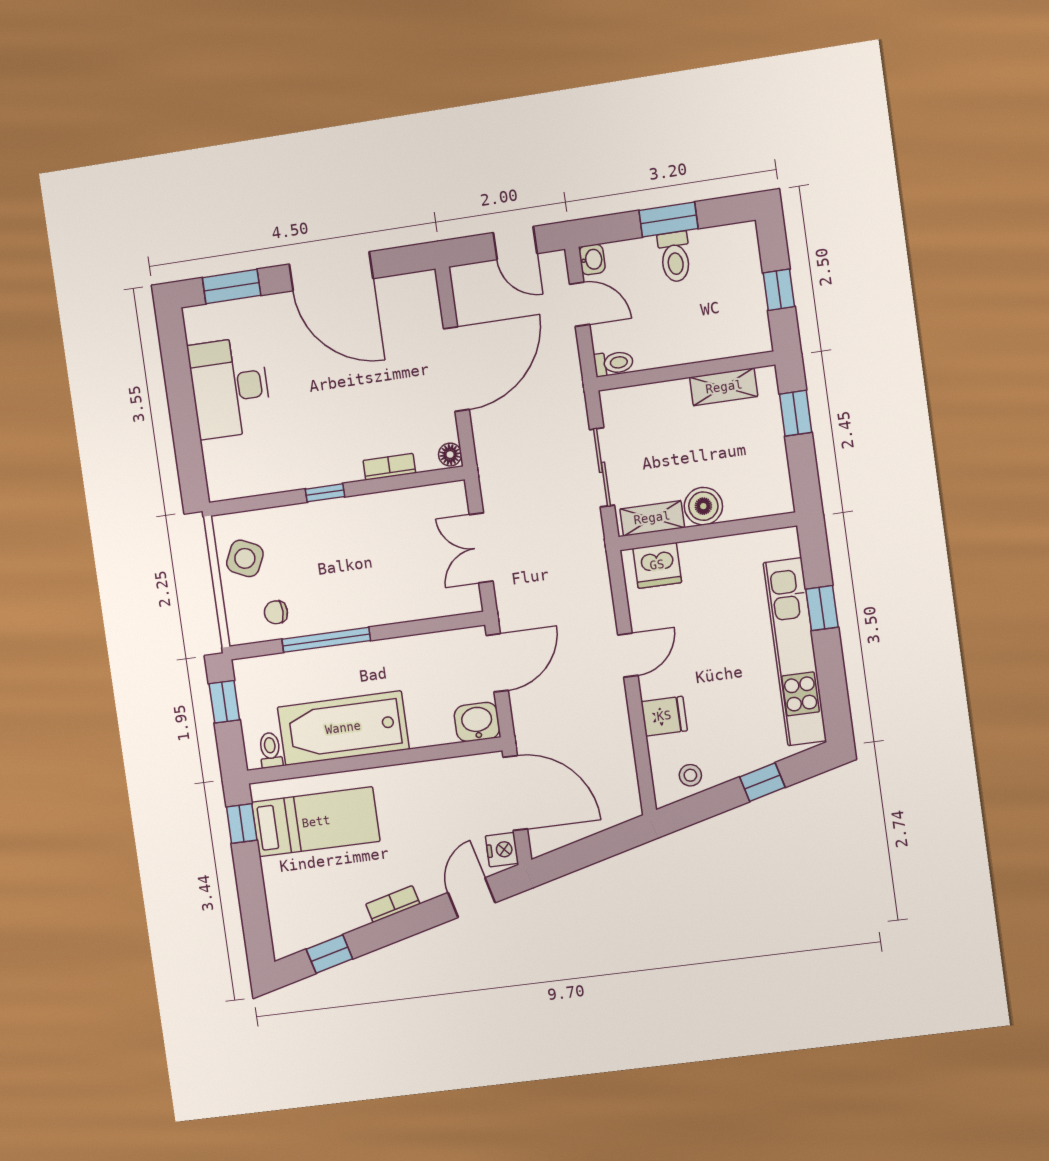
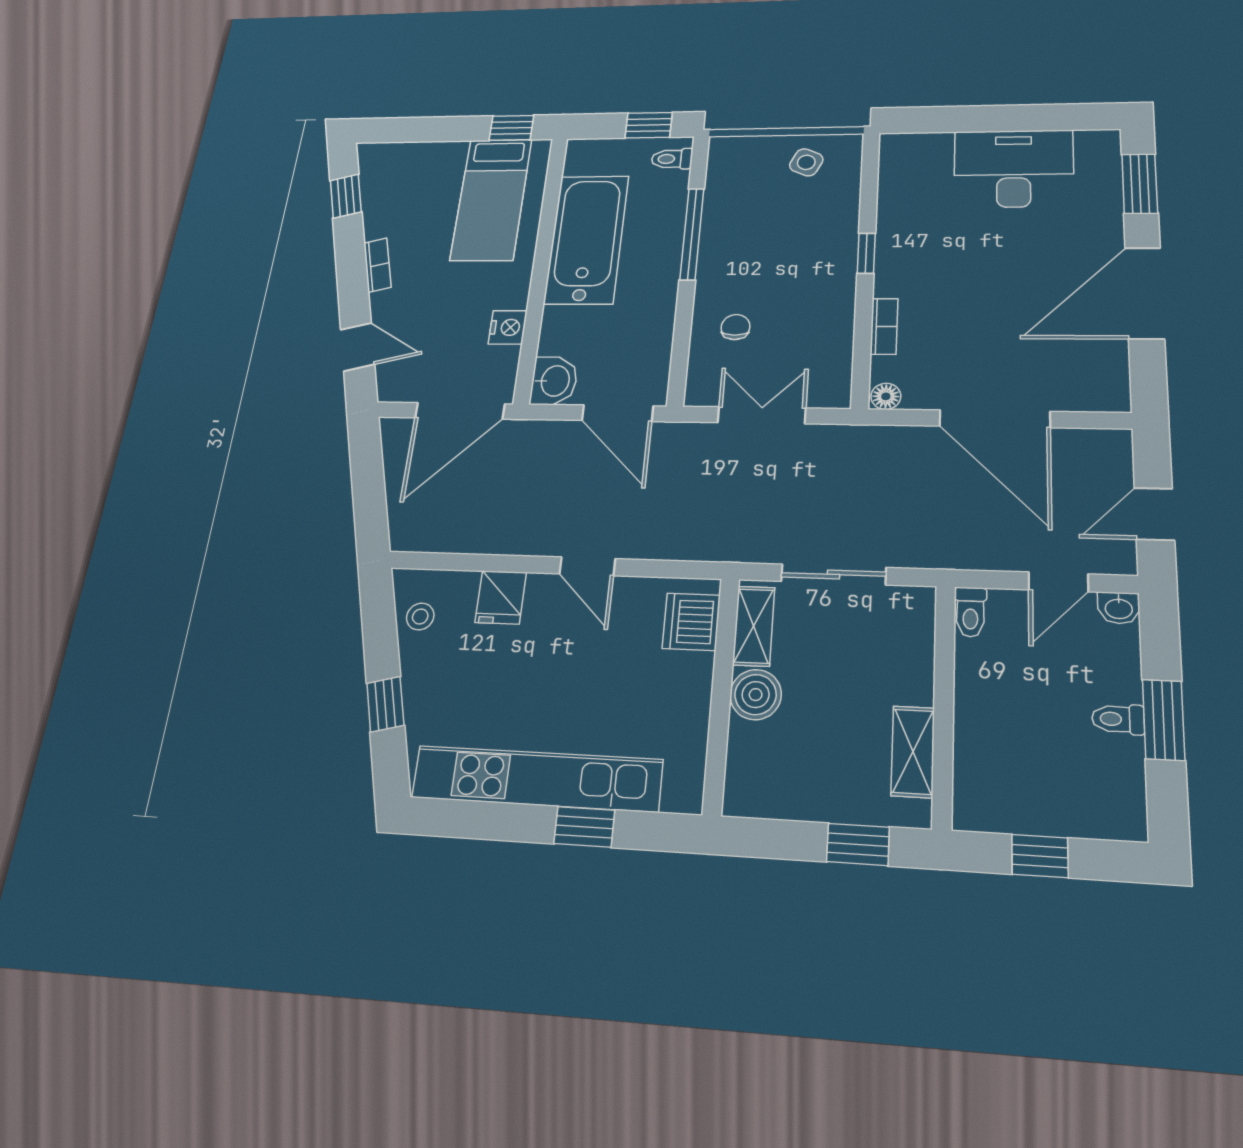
toilet: (675, 257) -> (1118, 719), width x0.73, depth x0.72
side table: (245, 558) -> (806, 162), width x0.73, depth x0.73
chair: (276, 612) -> (735, 327), moved
toilet: (270, 750) -> (672, 159), moved, turned 180
nightstand: (502, 850) -> (508, 327), moved, turned -90

